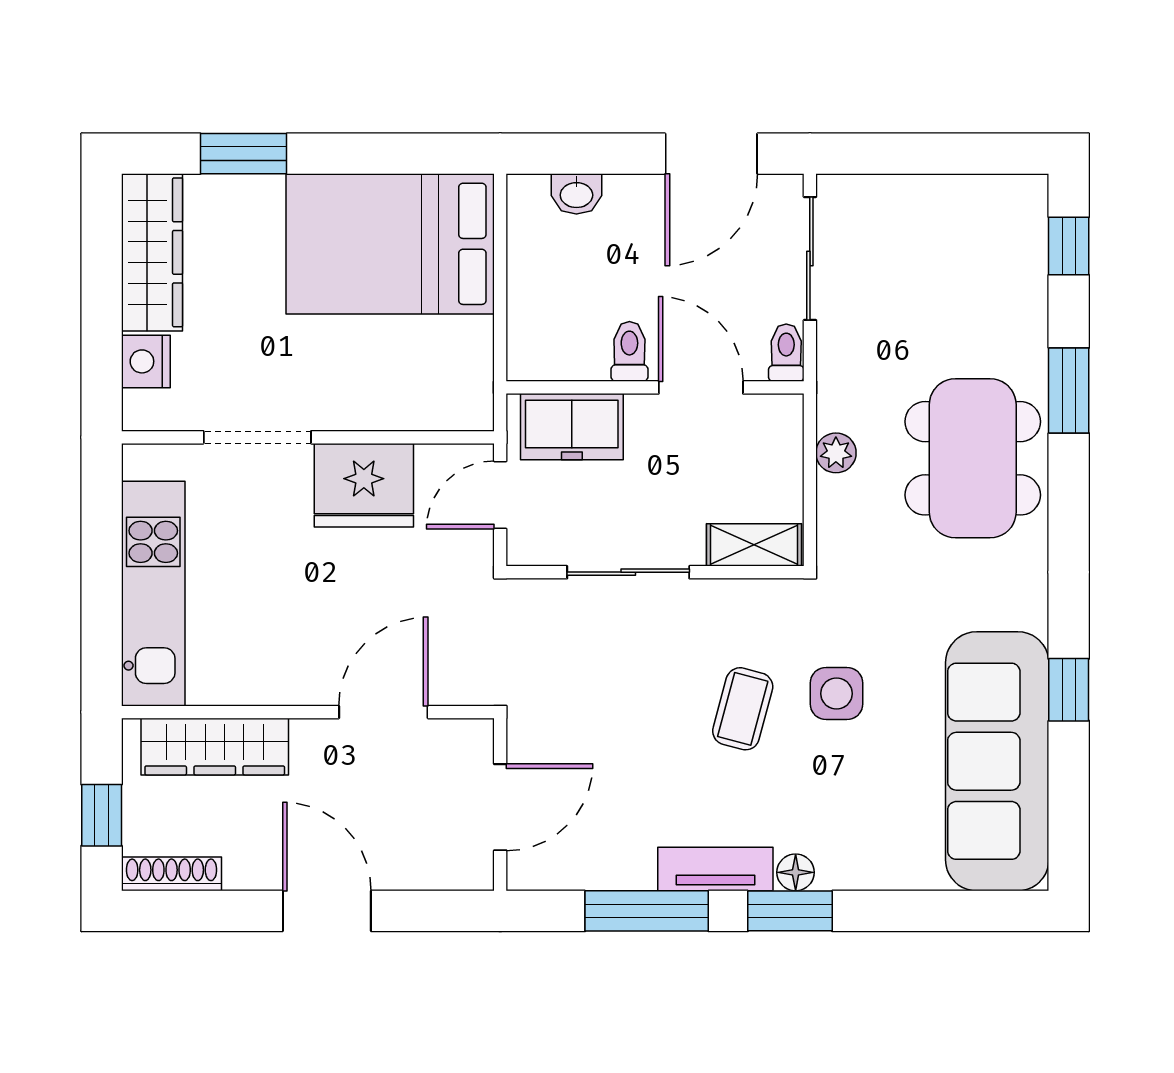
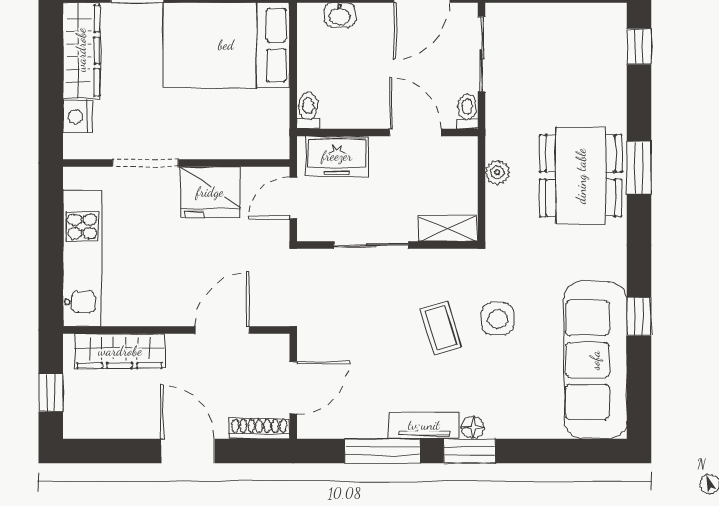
toilet: (629, 351) -> (308, 111), moved
window: (1069, 391) -> (639, 168), moved
coffee table: (743, 709) -> (441, 328), turned -32
shoe rack: (172, 874) -> (259, 428), moved

